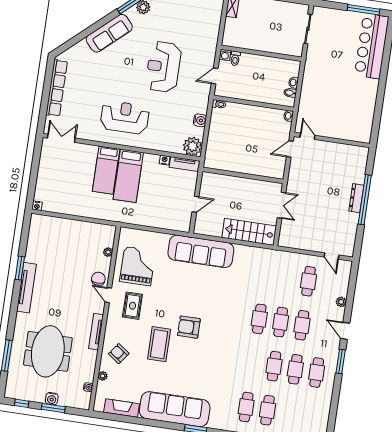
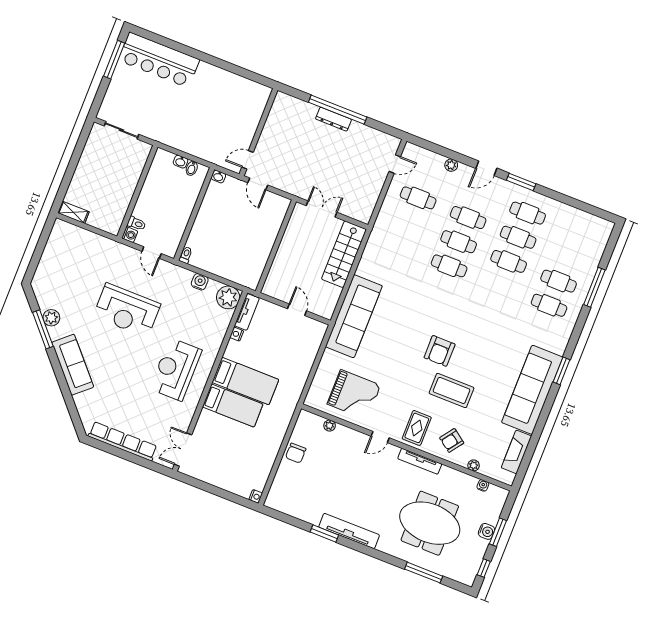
grand piano: (138, 266) -> (354, 395), turned 180
chair: (98, 279) -> (296, 453), moved, turned -90
rug: (132, 306) -> (417, 428), moved, turned 90

